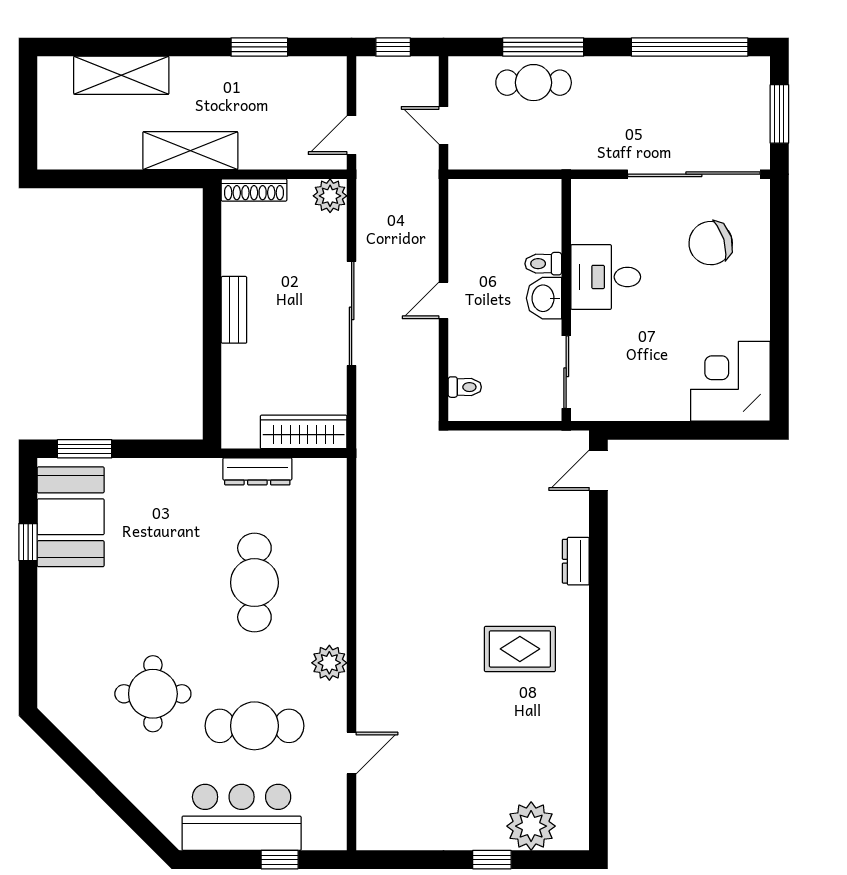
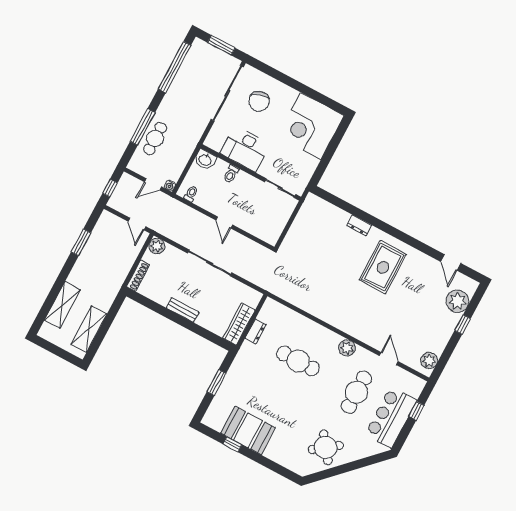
shelving: (190, 151) -> (89, 329), moved
water cooler: (459, 159) -> (170, 186), added
desk: (606, 277) -> (245, 149), width x1.37
washbasin: (544, 298) -> (205, 160), moved
corner desk: (730, 381) -> (311, 126), width x1.36, depth x1.36
toilet: (465, 387) -> (191, 194), moved
wardrobe: (304, 432) -> (239, 324), moved
window: (85, 449) -> (216, 383), moved
door: (598, 470) -> (451, 262), moved
dresser: (257, 471) -> (256, 331), width x0.70
booth: (71, 517) -> (248, 430), moved
rug: (520, 649) -> (383, 267), width x1.36, depth x1.43
round table: (153, 694) -> (326, 447), moved, turned -37
plant: (389, 833) -> (429, 361), added

